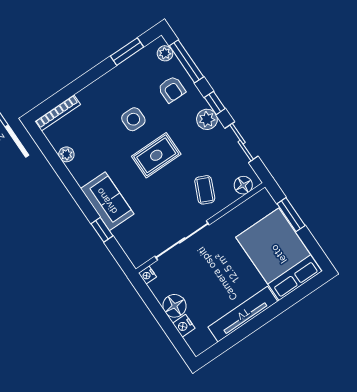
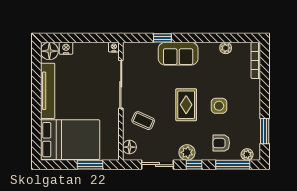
floor lamp: (174, 306) -> (49, 51), moved

